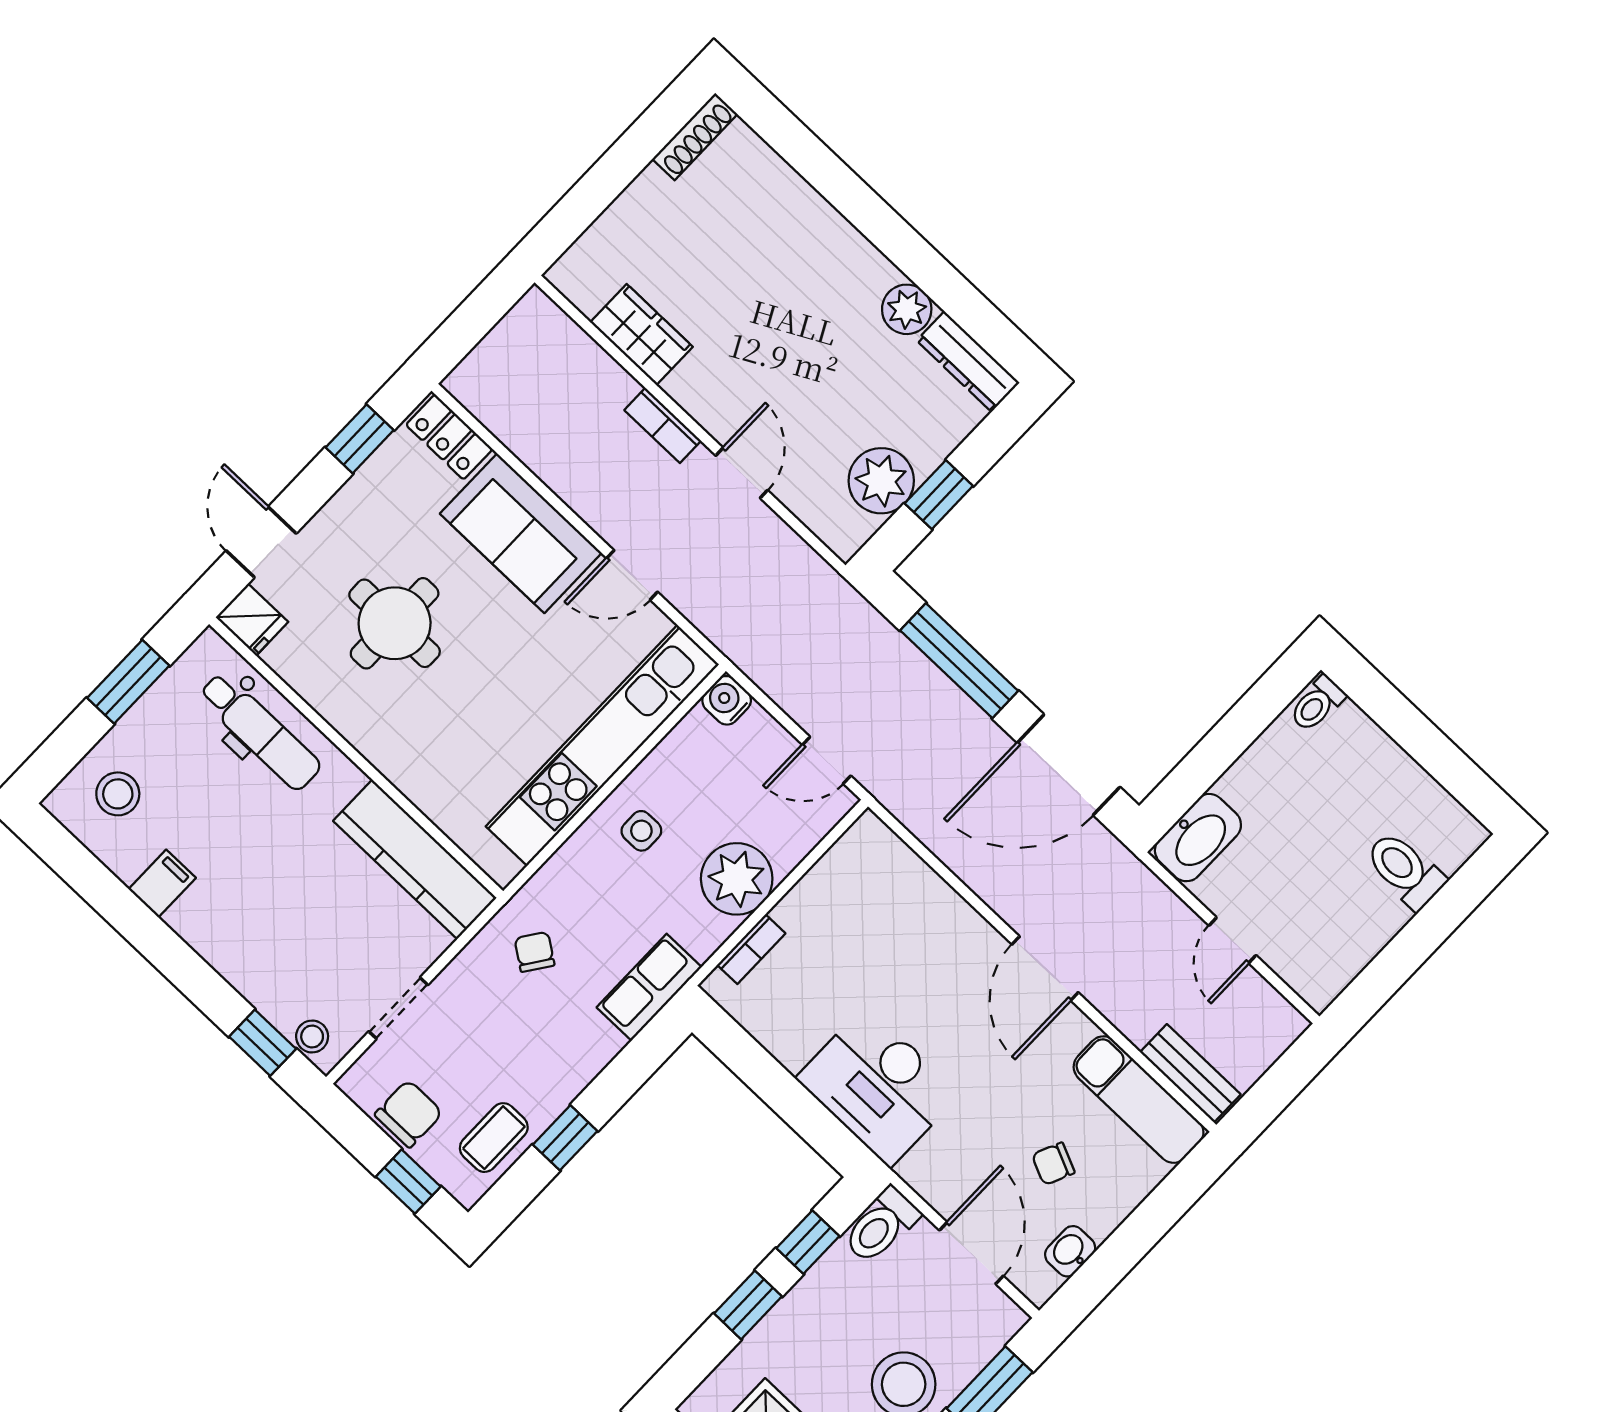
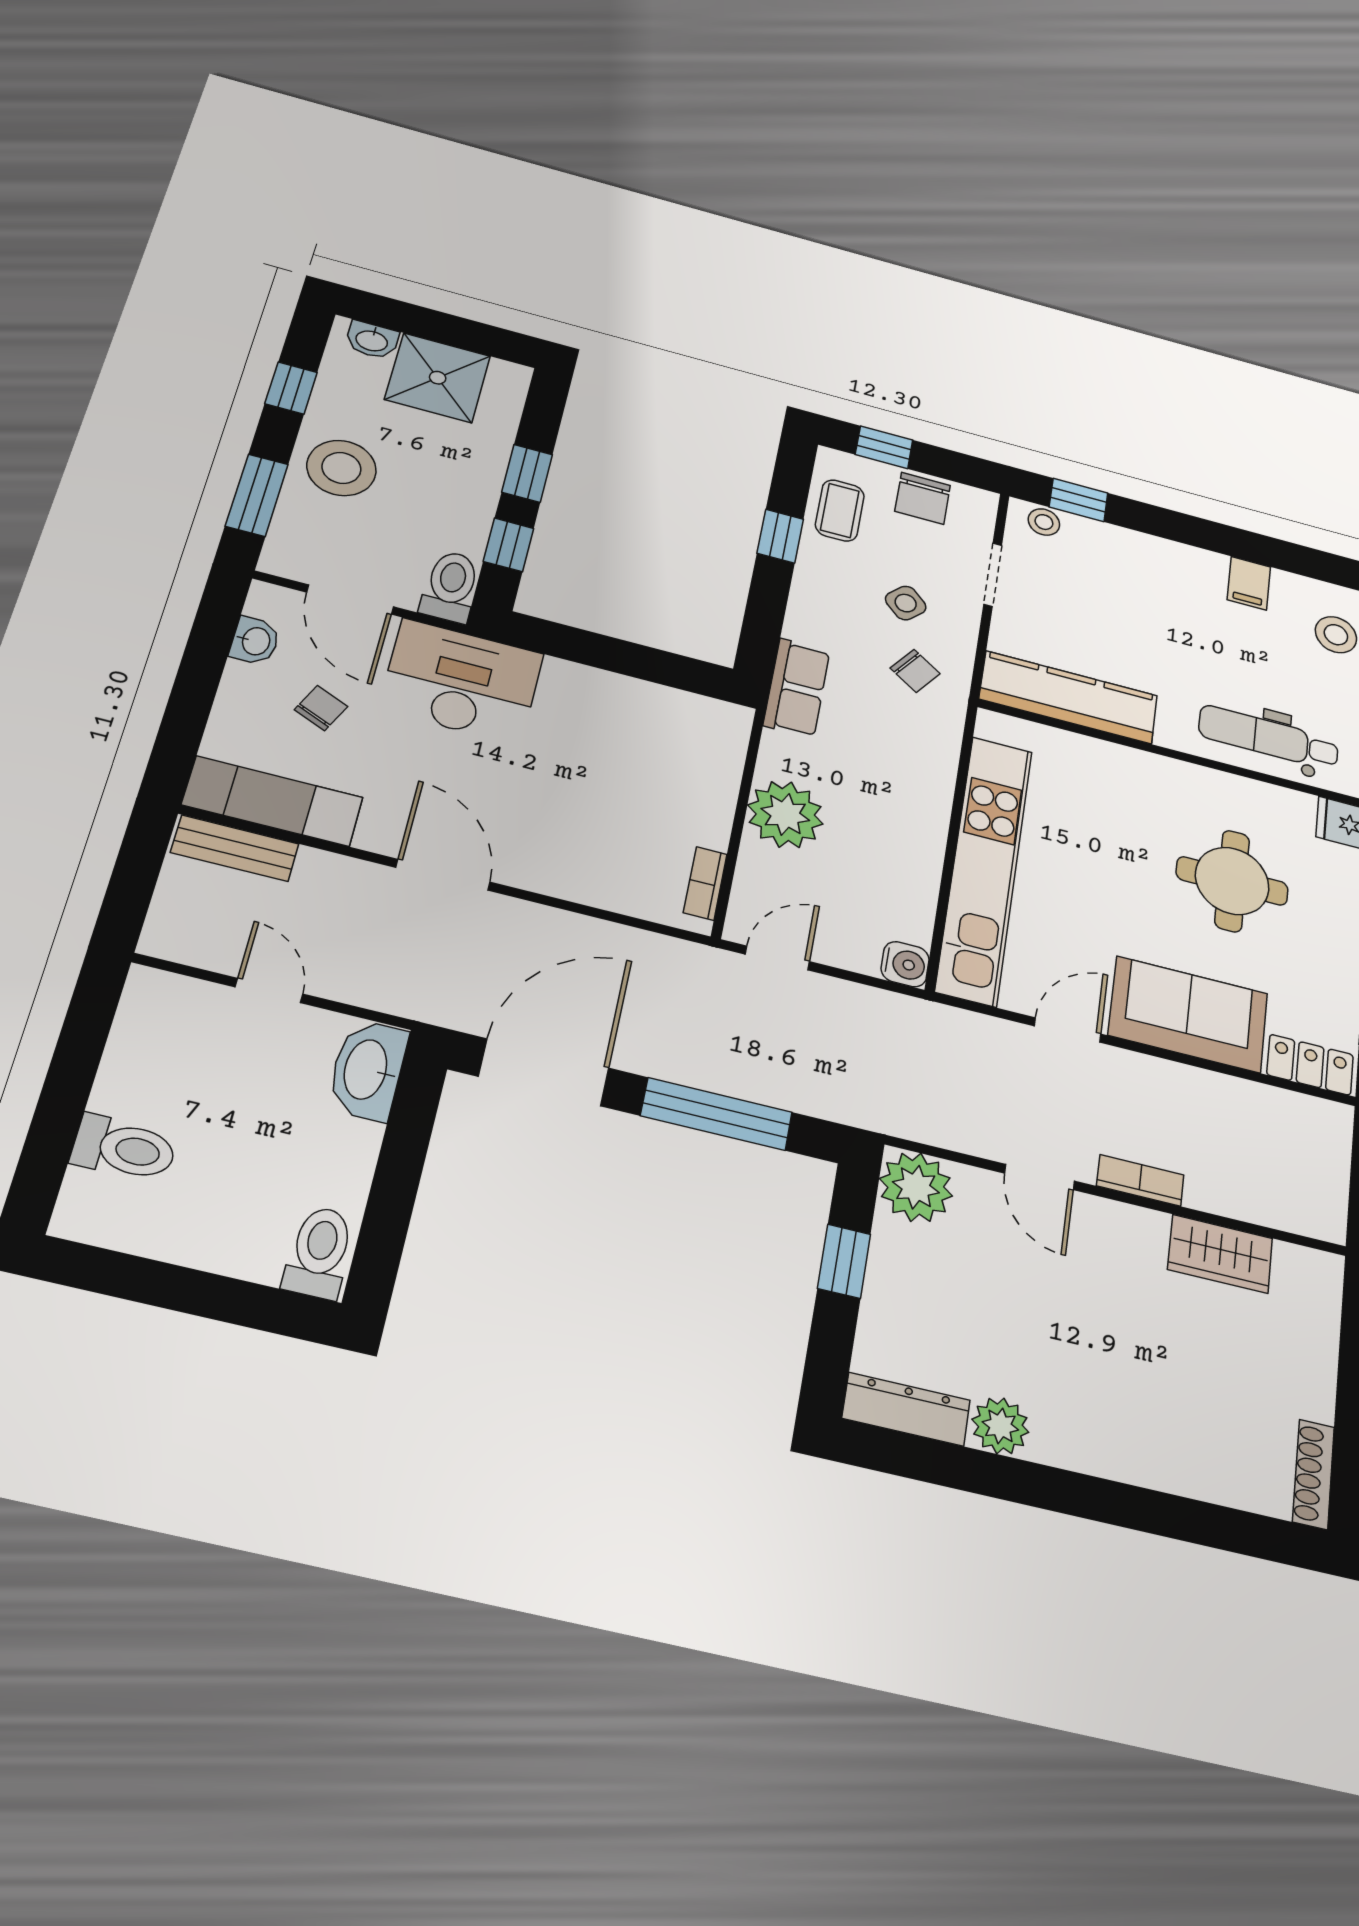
plant: (881, 481) -> (916, 1187), moved
toilet: (1317, 704) -> (319, 1252), width x1.37, depth x1.39
side table: (641, 831) -> (906, 603), moved, turned 45
bookcase: (751, 949) -> (705, 883), moved
desk: (878, 1086) -> (461, 681), moved

